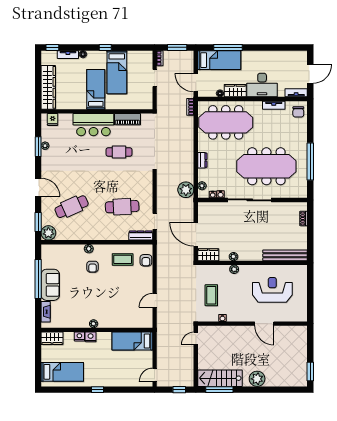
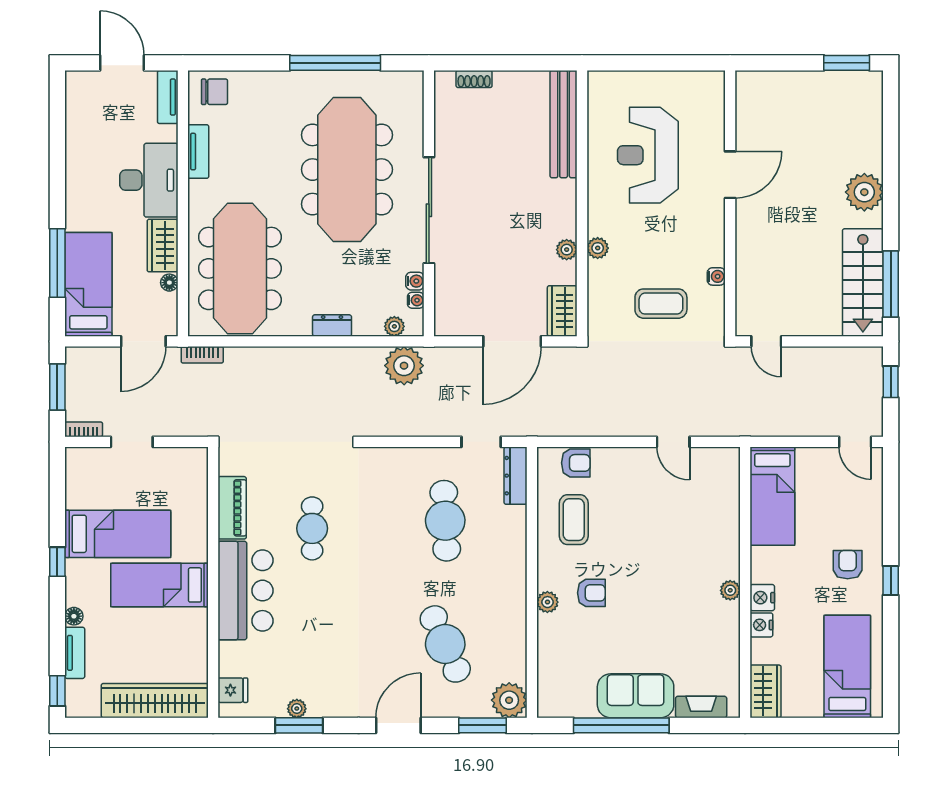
armchair: (104, 372) -> (848, 565), added

